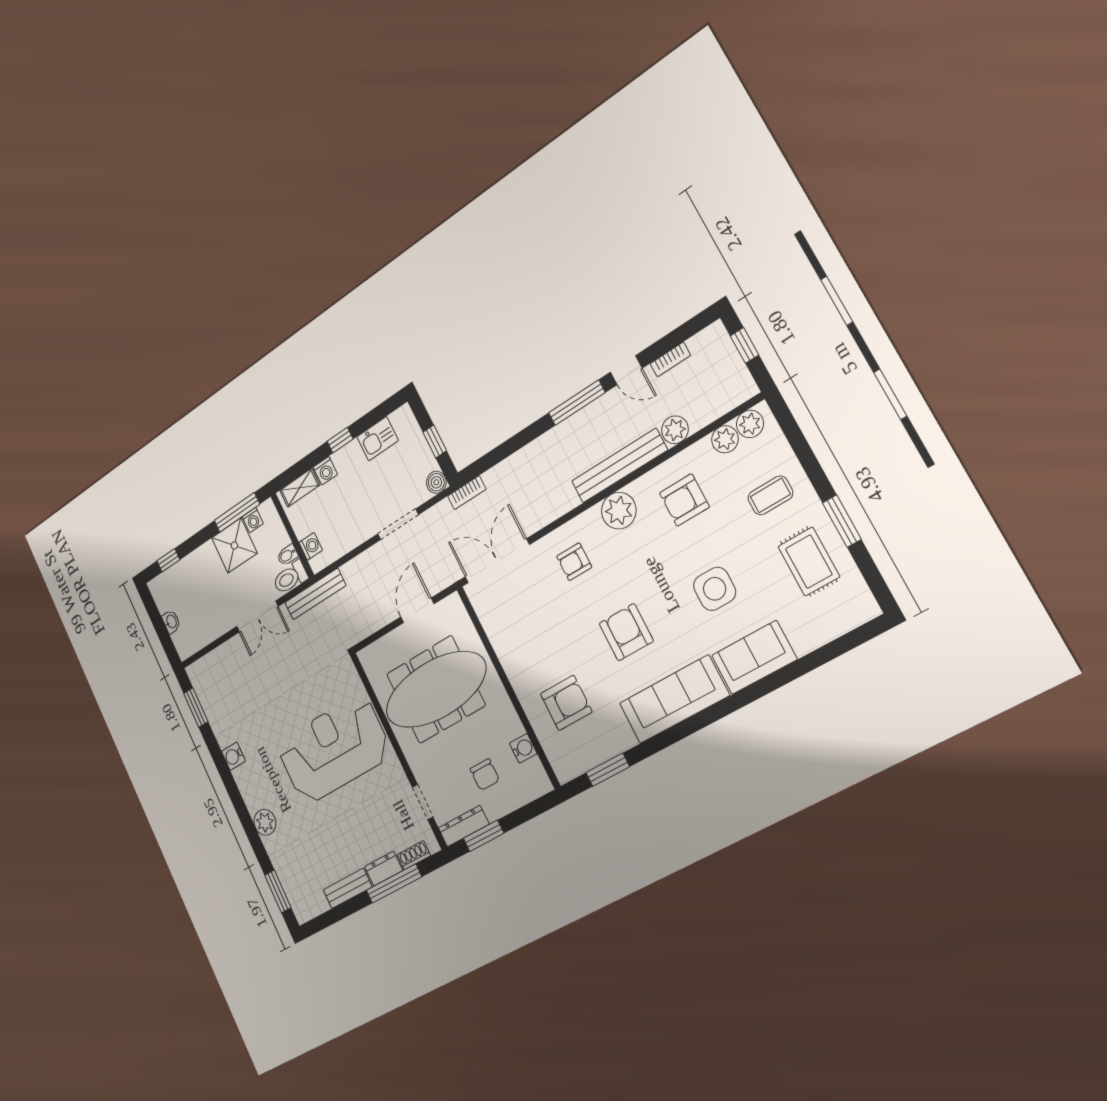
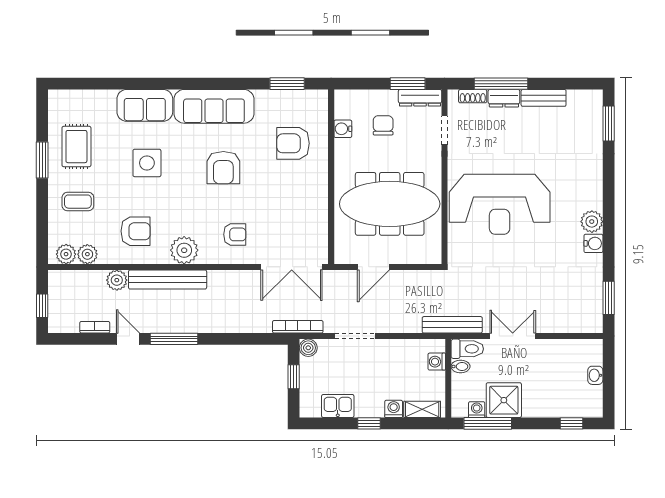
bookcase: (467, 493) -> (298, 327), width x1.56
plant: (265, 822) -> (592, 222), moved

